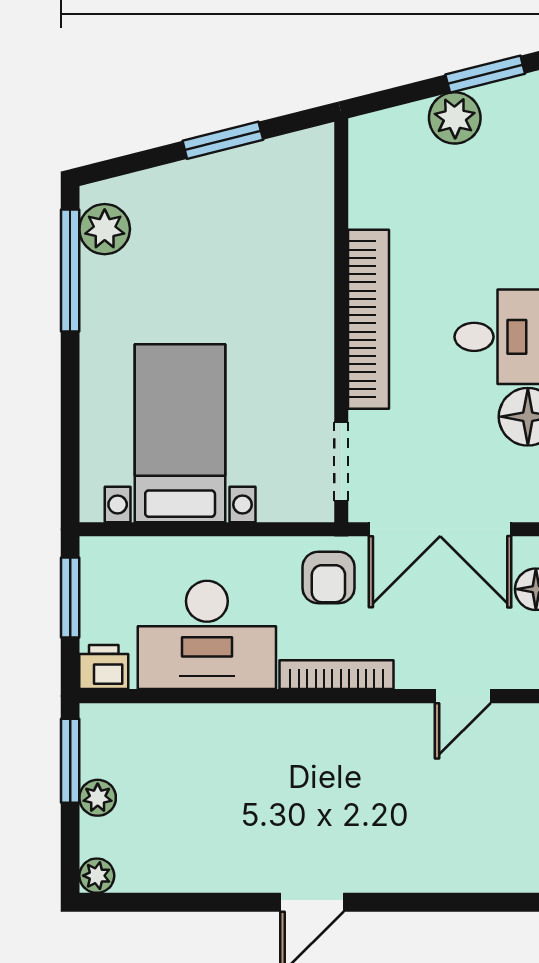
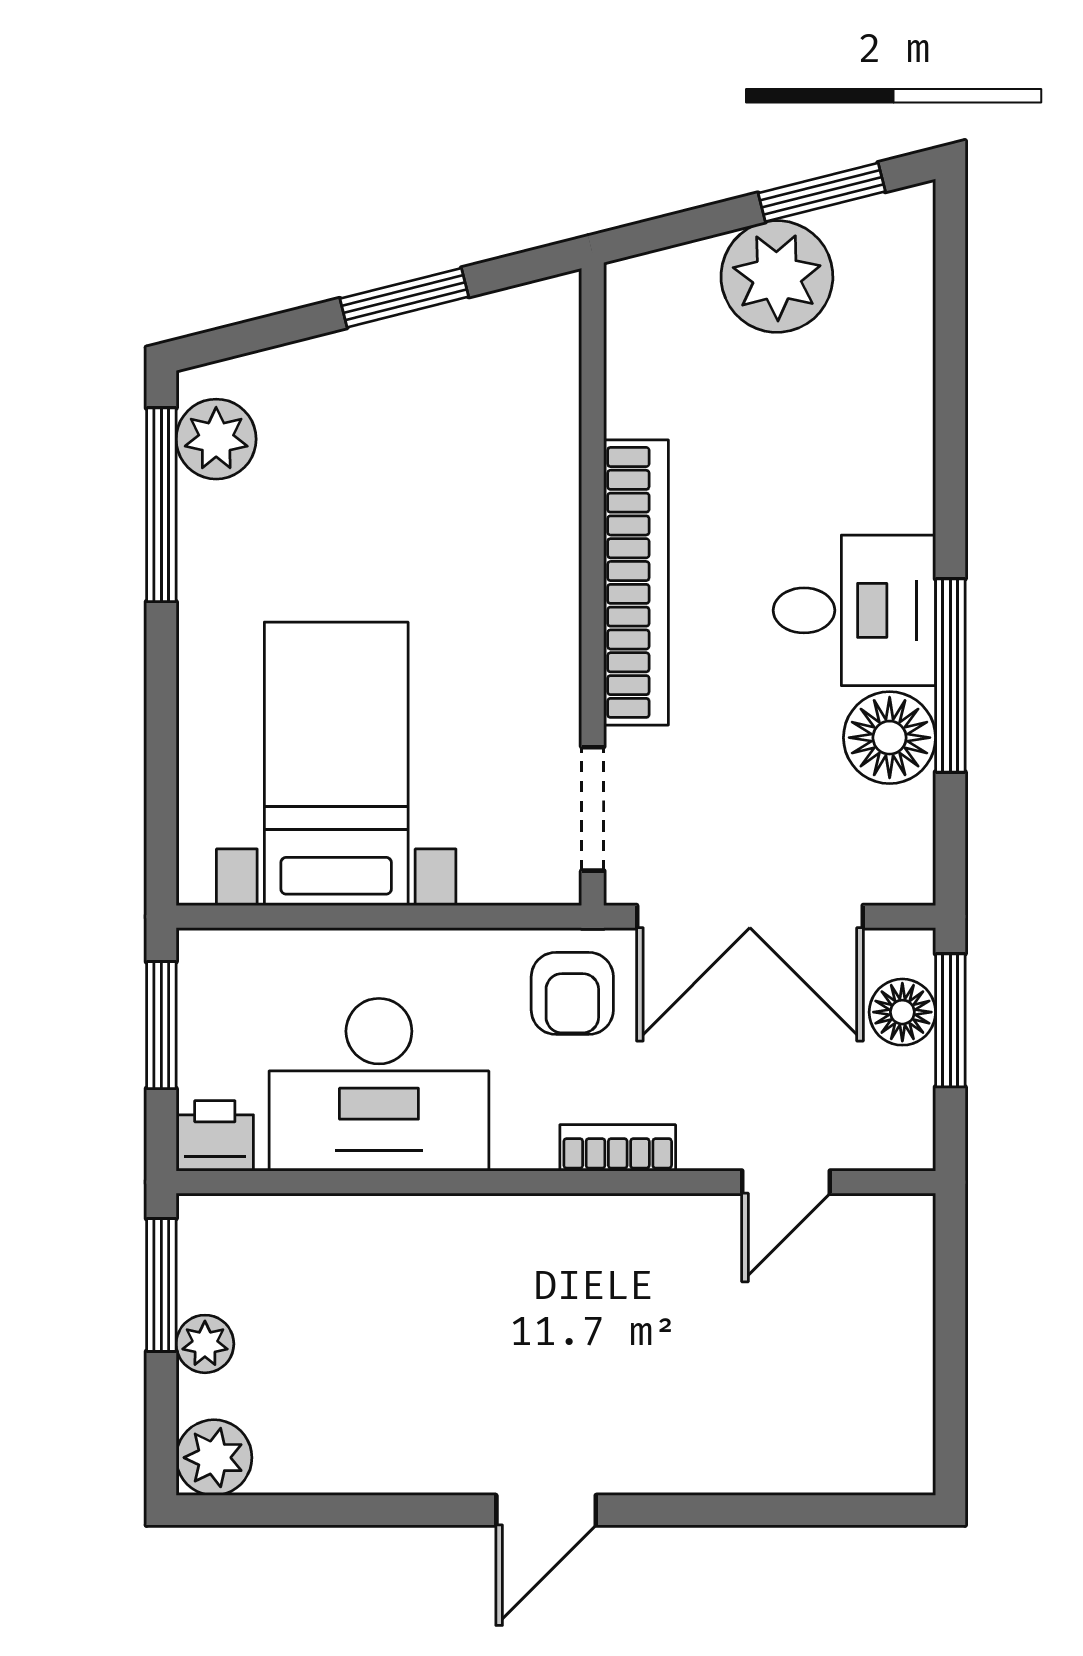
plant: (455, 118) -> (777, 276), width x1.36, depth x1.36
bookcase: (337, 675) -> (618, 1148), width x0.64
plant: (97, 876) -> (214, 1458), width x1.38, depth x1.38

